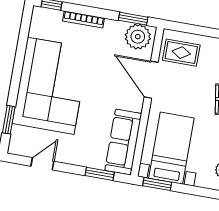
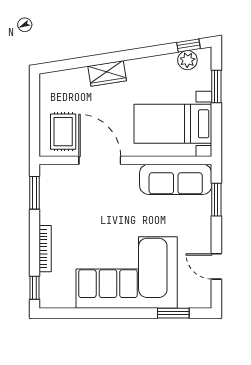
plant: (138, 37) -> (54, 184), removed
door: (151, 80) -> (100, 160), swing flipped
window: (157, 184) -> (216, 86), moved

